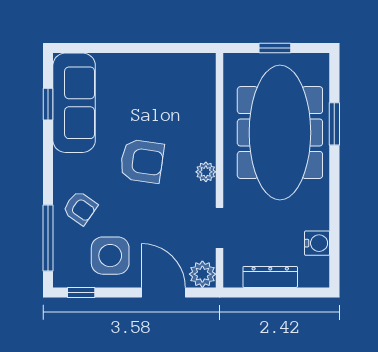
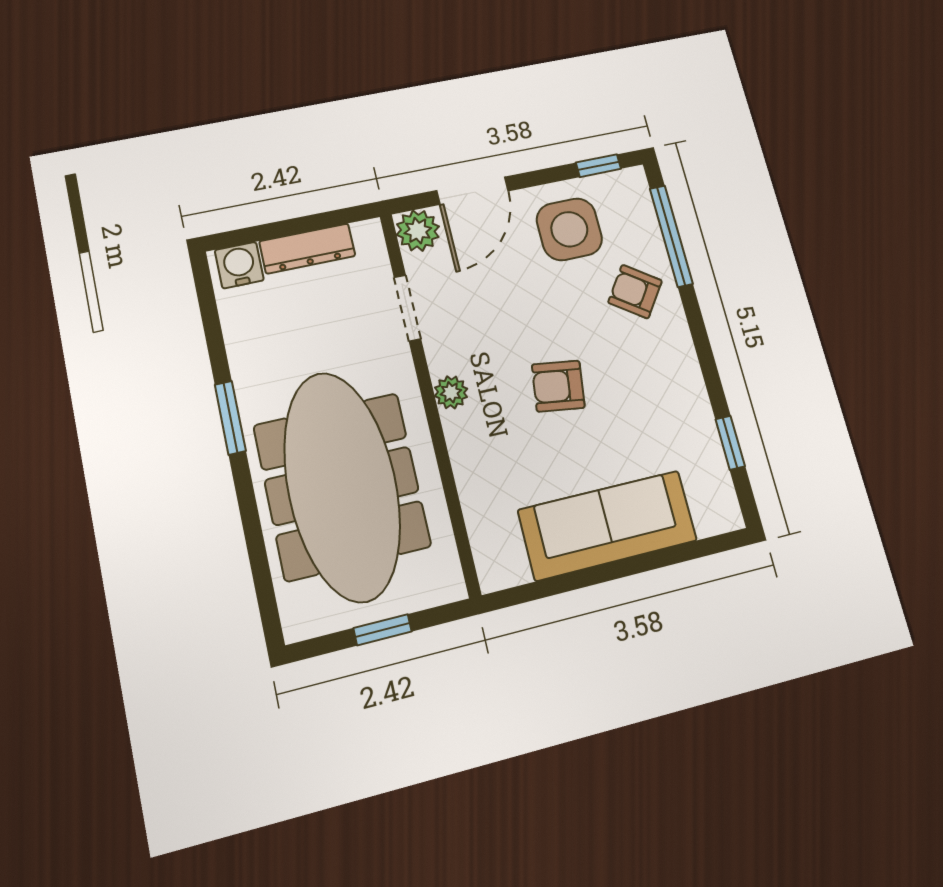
sofa: (74, 103) -> (608, 525), moved, turned 90
window: (334, 124) -> (230, 418), moved
armchair: (142, 161) -> (558, 386), width x0.72, depth x0.72
water cooler: (317, 243) -> (239, 265), moved, turned 90
door: (164, 292) -> (472, 191), hinge flipped

